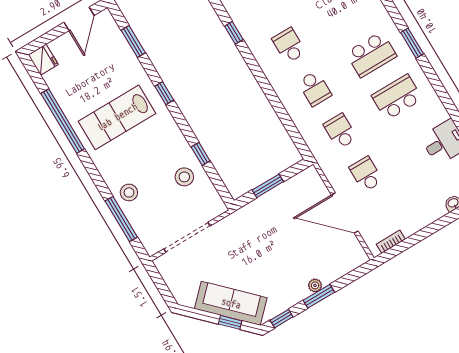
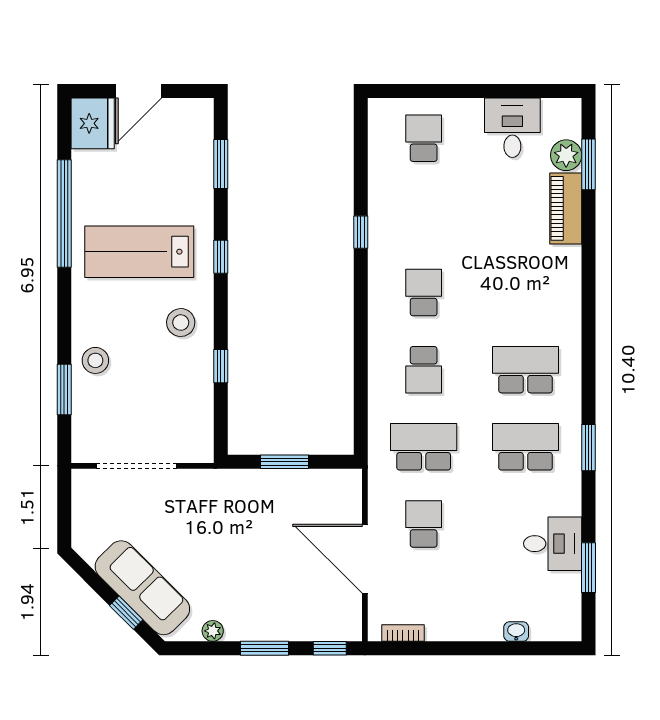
door: (79, 19) -> (139, 91), moved
window: (412, 43) -> (588, 448), moved
school desk: (371, 54) -> (526, 370), turned 180
fridge: (43, 60) -> (93, 123), width x1.36, depth x1.34
school desk: (340, 131) -> (424, 447), width x1.85
stool: (184, 177) -> (181, 323), moved
window: (121, 219) -> (64, 389), width x0.69
plant: (315, 285) -> (213, 631), moved
window: (282, 319) -> (330, 648), moved

